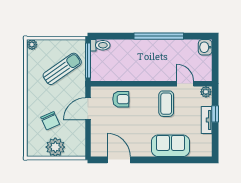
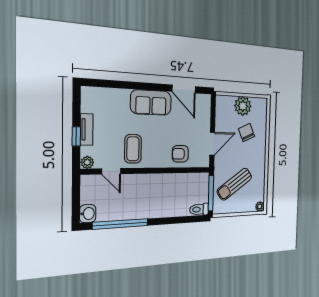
window: (159, 36) -> (121, 224), moved
sofa: (170, 146) -> (151, 103), moved

